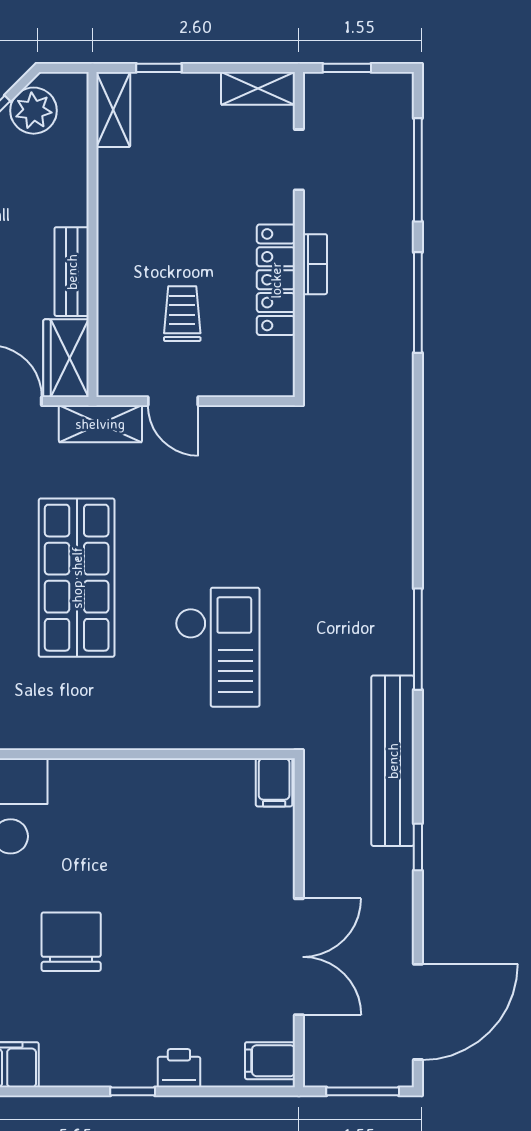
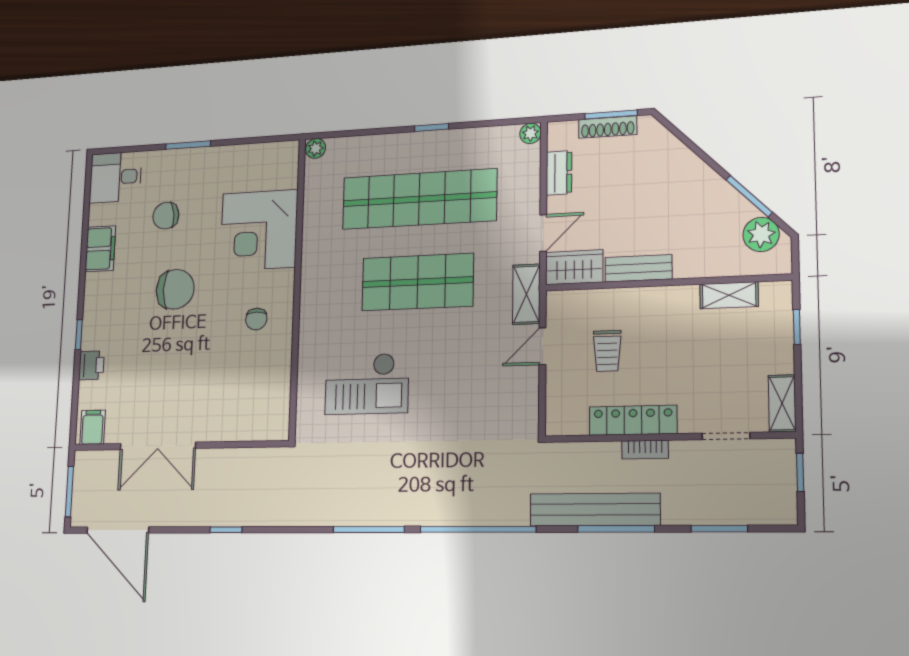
shelving: (113, 110) -> (729, 295), moved
window: (418, 170) -> (719, 529), width x0.69
trolley: (182, 314) -> (607, 351), turned 90
window: (418, 487) -> (478, 529), added
bench: (393, 761) -> (595, 510), moved
filing cabinet: (274, 782) -> (273, 426), removed
chair: (120, 814) -> (256, 319), added

